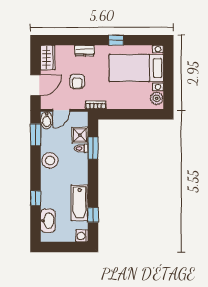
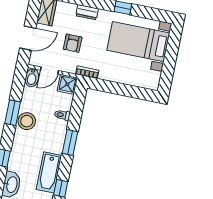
plant: (157, 98) -> (153, 78), removed
window: (36, 135) -> (13, 113), moved
shower: (80, 135) -> (67, 84), moved
window: (93, 148) -> (70, 142), moved

